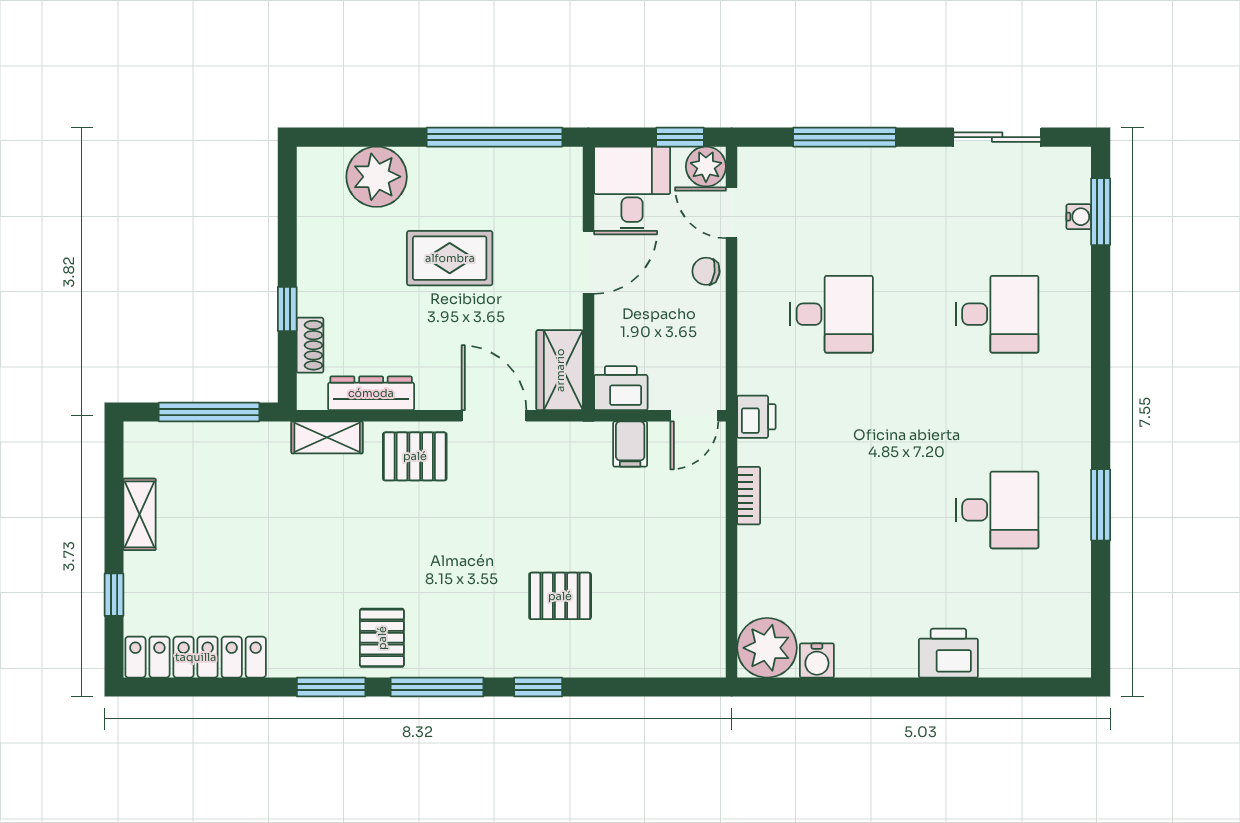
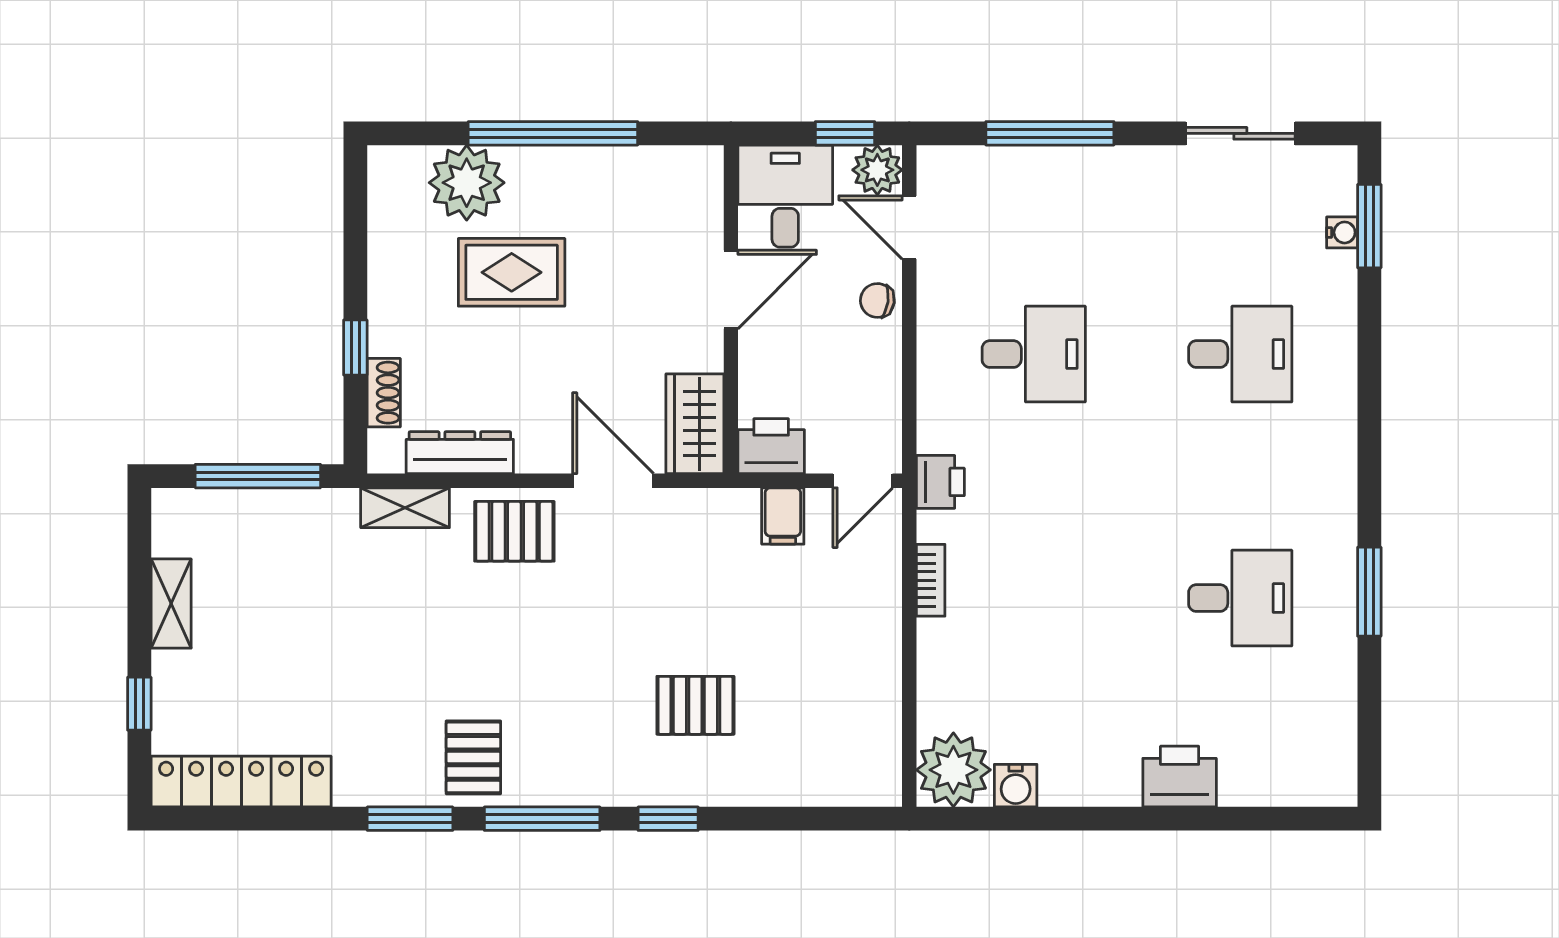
window: (495, 137) -> (553, 133), moved
rug: (450, 258) -> (512, 272), moved

